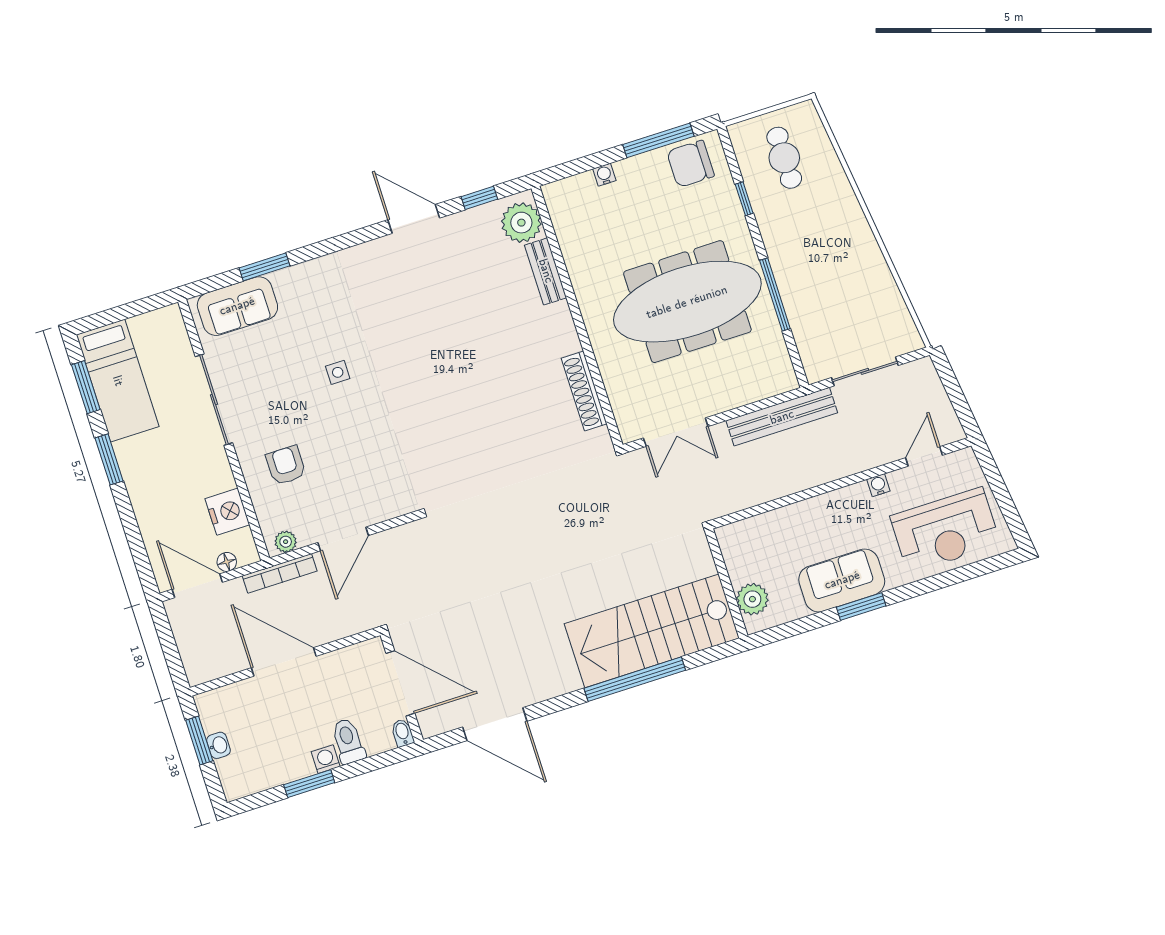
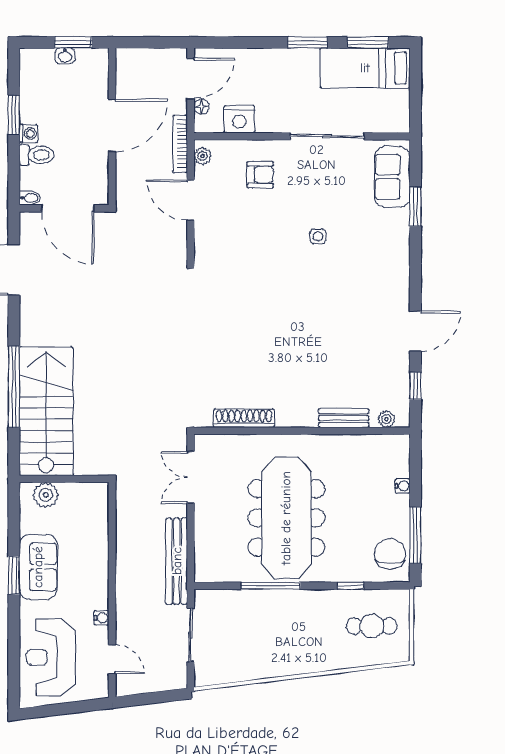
plant: (521, 223) -> (386, 419), width x0.53, depth x0.53
door: (400, 683) -> (68, 208), hinge flipped

